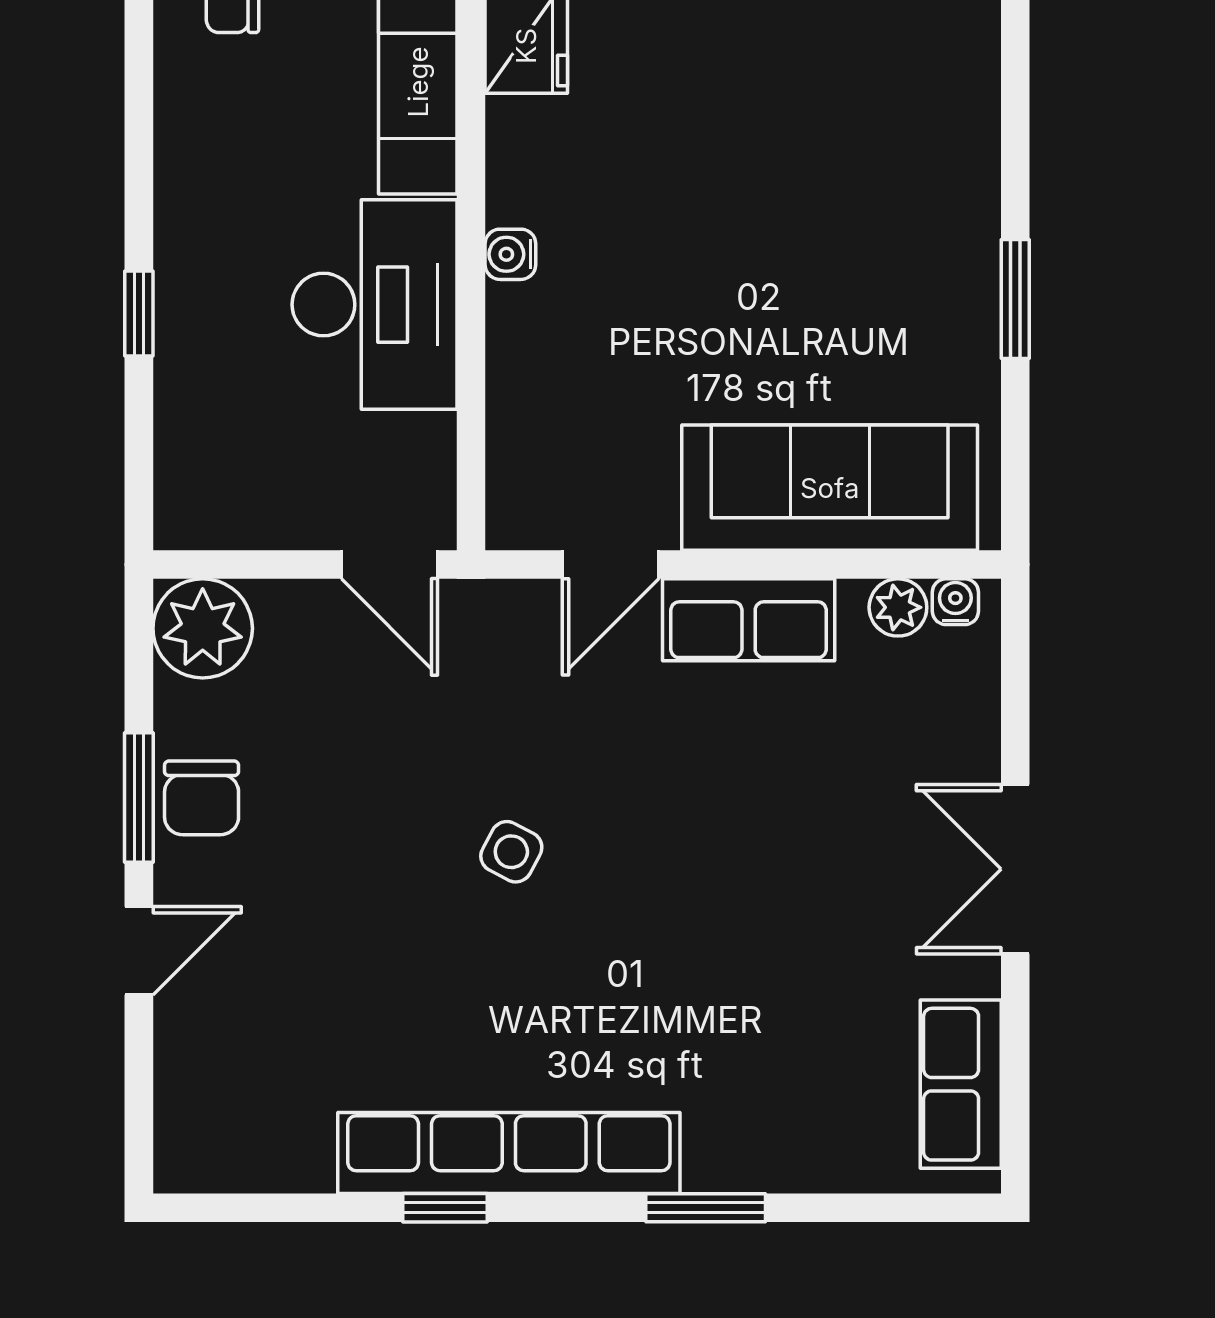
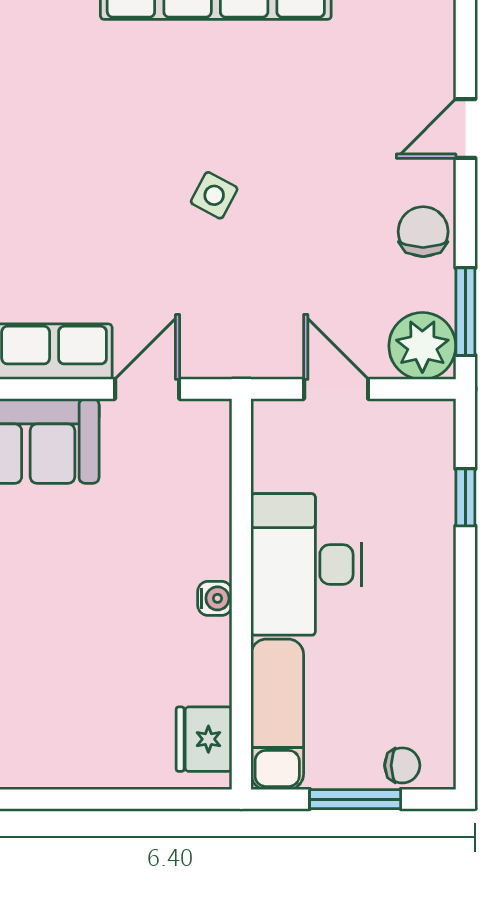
window: (139, 314) -> (465, 497), moved
door: (389, 565) -> (336, 389), moved
window: (139, 798) -> (465, 312), moved

